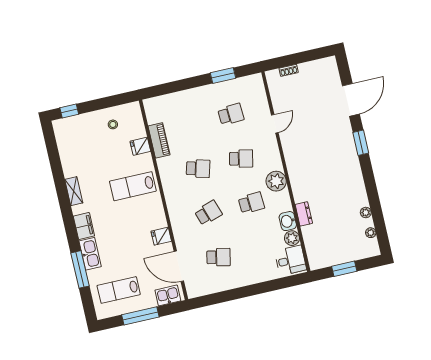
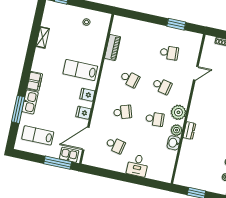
fridge: (140, 146) -> (87, 95), moved
shelving: (74, 191) -> (43, 37), moved
dresser: (304, 214) -> (189, 131), moved
plant: (292, 238) -> (177, 130), moved
desk: (290, 260) -> (138, 165), moved, turned 90
door: (179, 266) -> (86, 139), hinge flipped
window: (140, 316) -> (58, 163), moved

